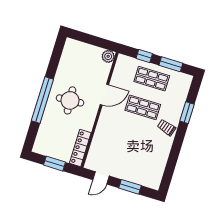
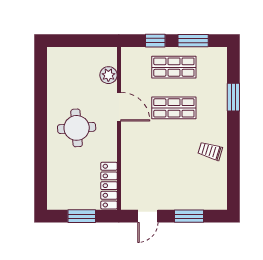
plant: (108, 56) -> (108, 75), moved
door: (104, 95) -> (119, 107), hinge flipped
window: (42, 100) -> (41, 138), removed
trolley: (166, 128) -> (210, 151), moved

